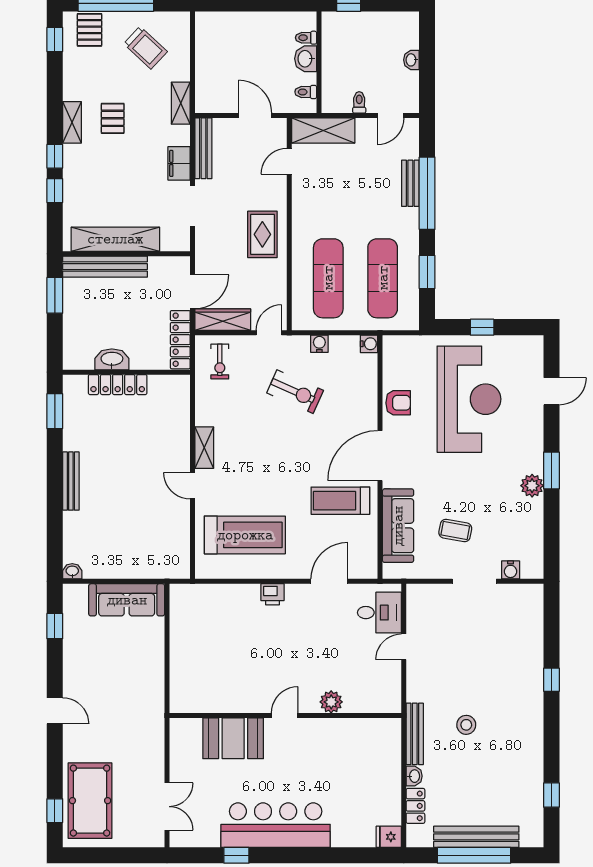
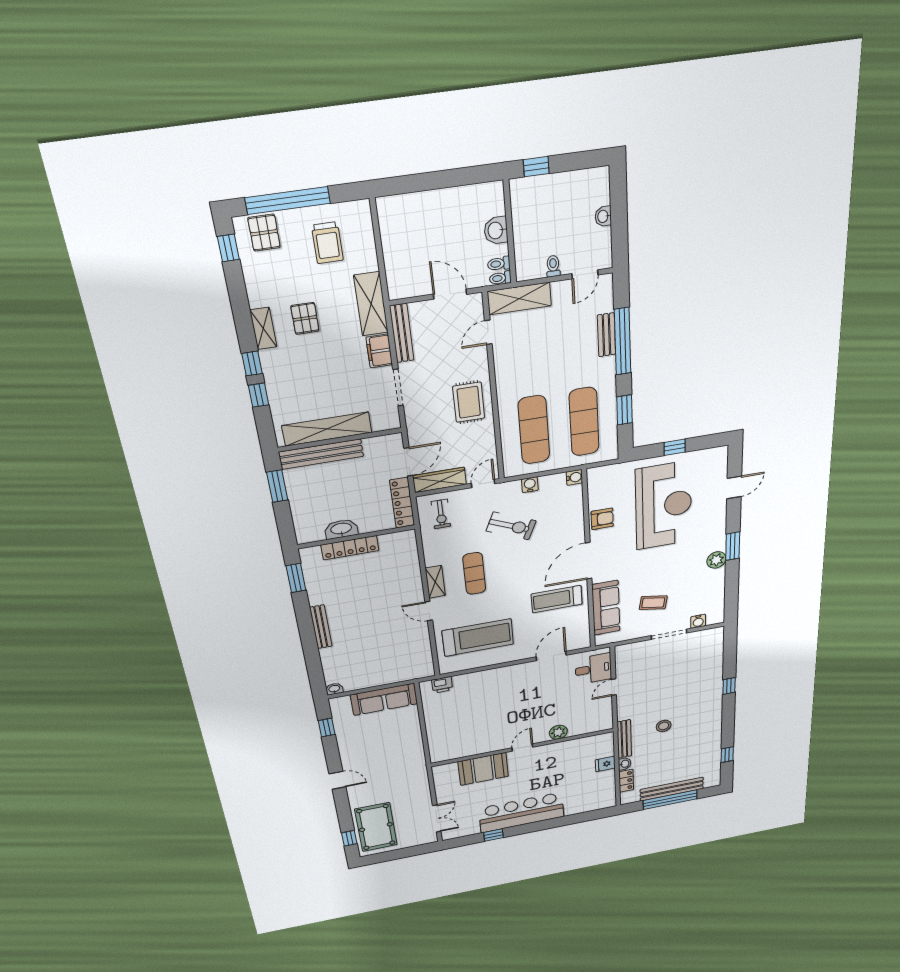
toilet: (306, 38) -> (500, 278), moved
trolley: (145, 48) -> (327, 243), turned 47
shelving: (181, 103) -> (371, 304), width x1.50, depth x1.33
exercise mat: (249, 446) -> (474, 573), added
printer: (273, 594) -> (442, 685), moved
fridge: (389, 837) -> (605, 764), moved

